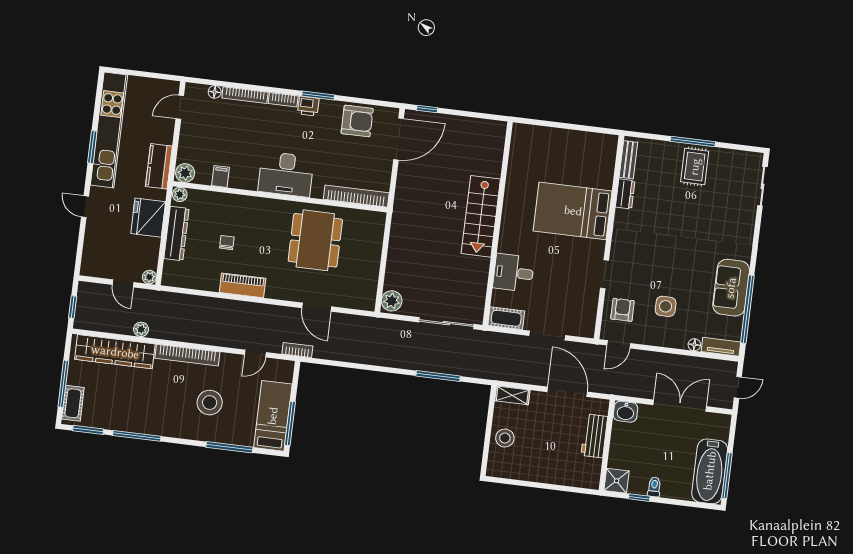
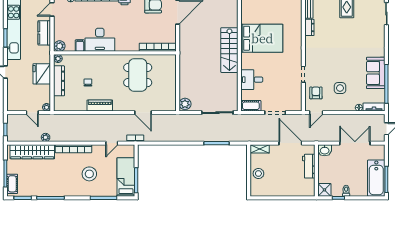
kitchen counter: (159, 166) -> (44, 33), moved
desk: (286, 174) -> (100, 40), moved
bed: (573, 211) -> (262, 38), moved, turned 180

